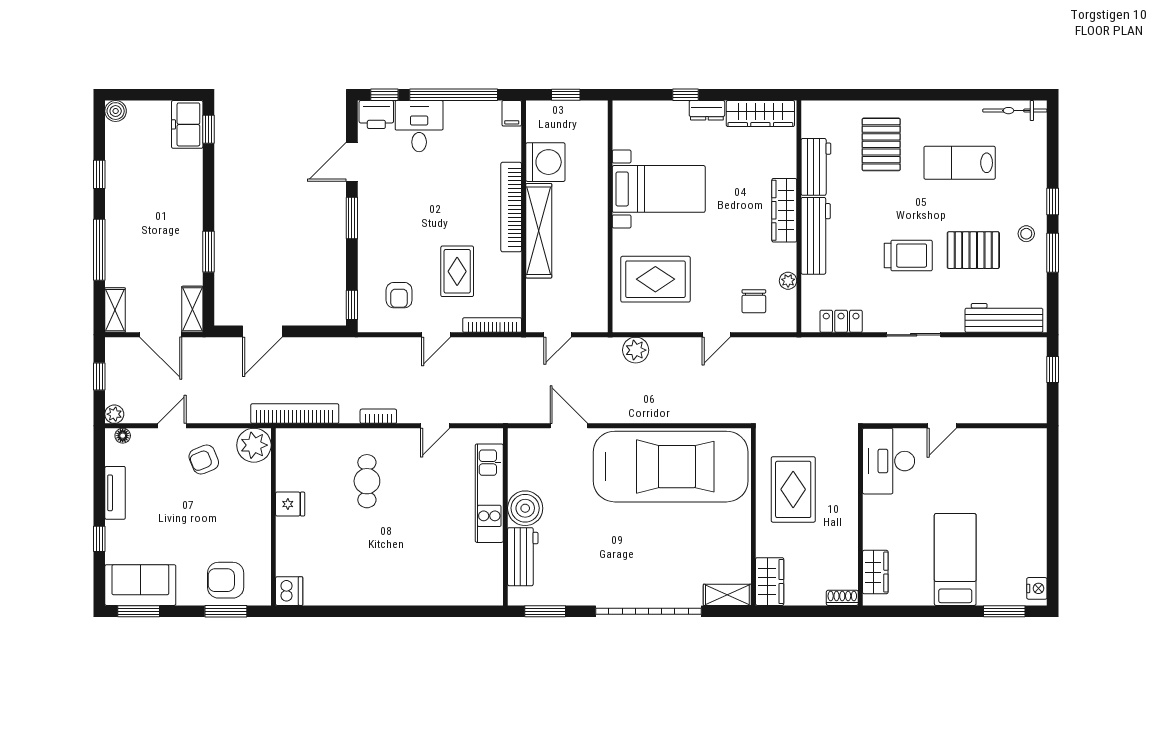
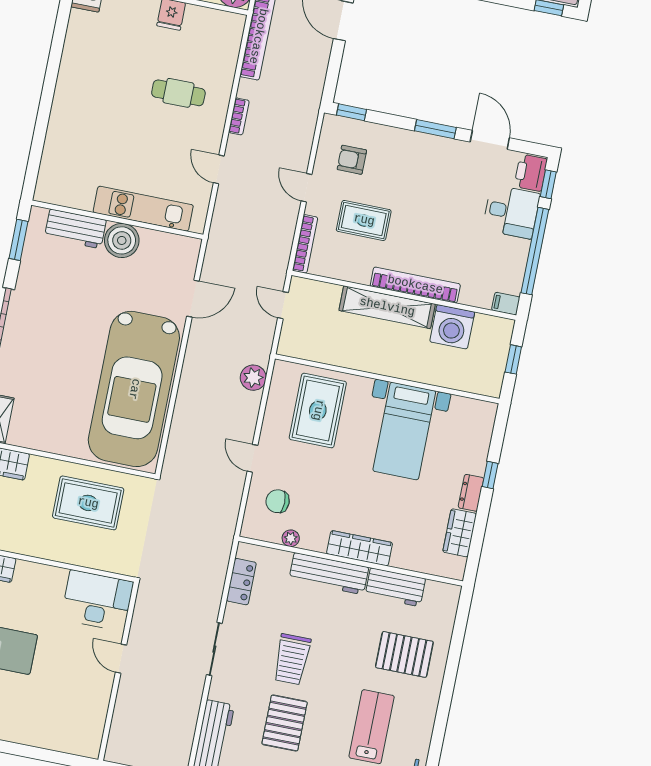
wardrobe: (760, 114) -> (460, 533), width x0.67

